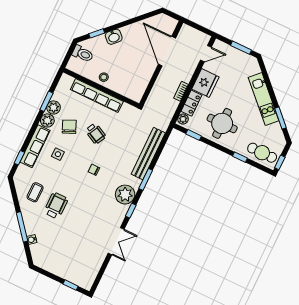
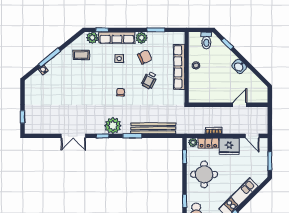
washbasin: (114, 37) -> (239, 66), moved
door: (167, 51) -> (240, 105), width x0.53
plant: (54, 107) -> (92, 38), moved
wheelchair: (56, 206) -> (79, 76), removed

